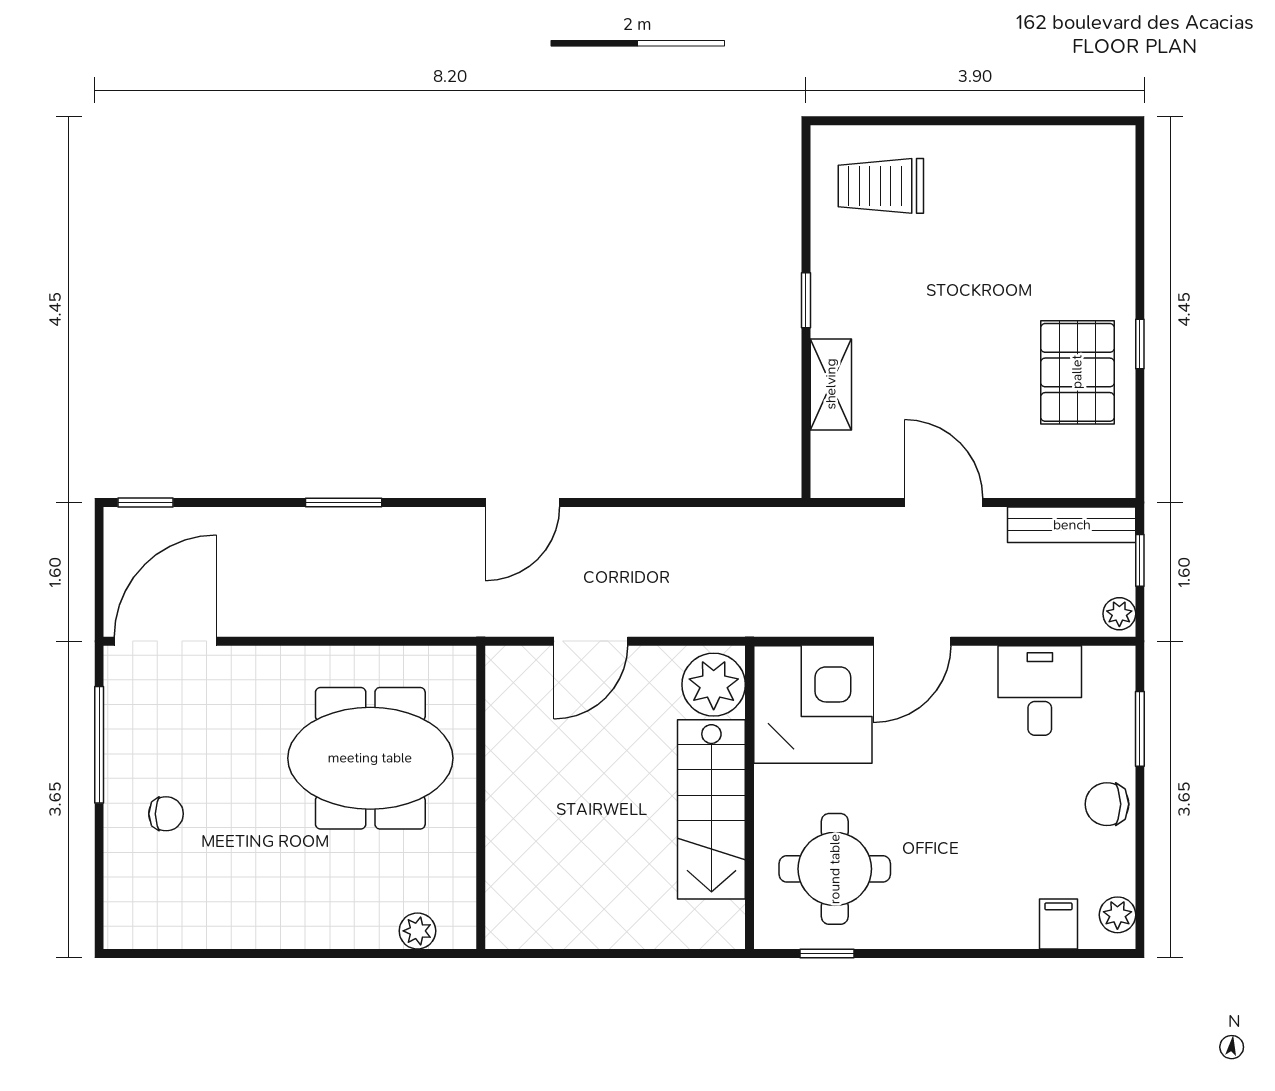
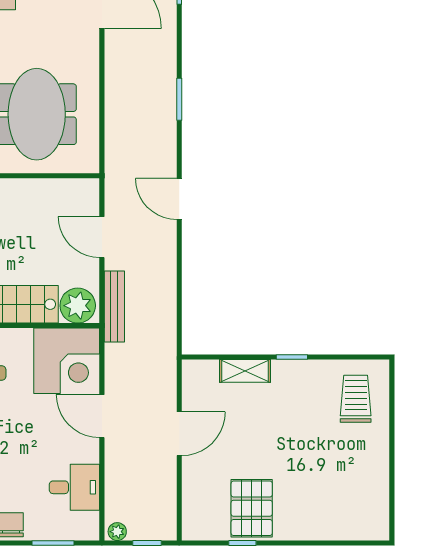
window: (1140, 344) -> (242, 543), moved
pallet: (1077, 372) -> (252, 508), turned 90
bench: (1072, 525) -> (114, 307), moved

